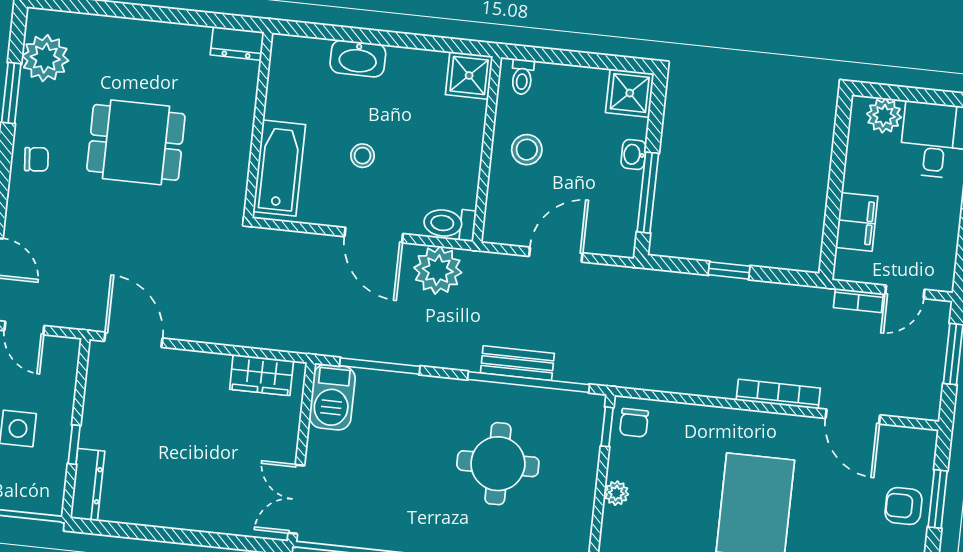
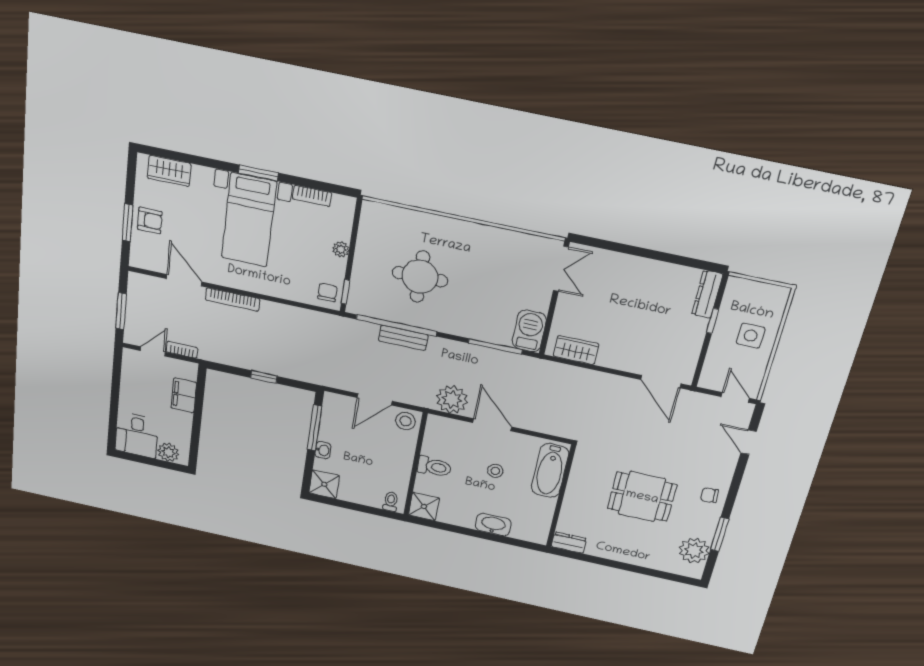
stool: (527, 150) -> (406, 421), moved
toilet: (449, 224) -> (434, 467), moved

